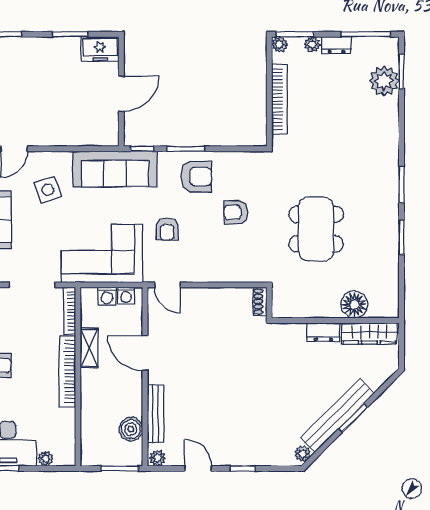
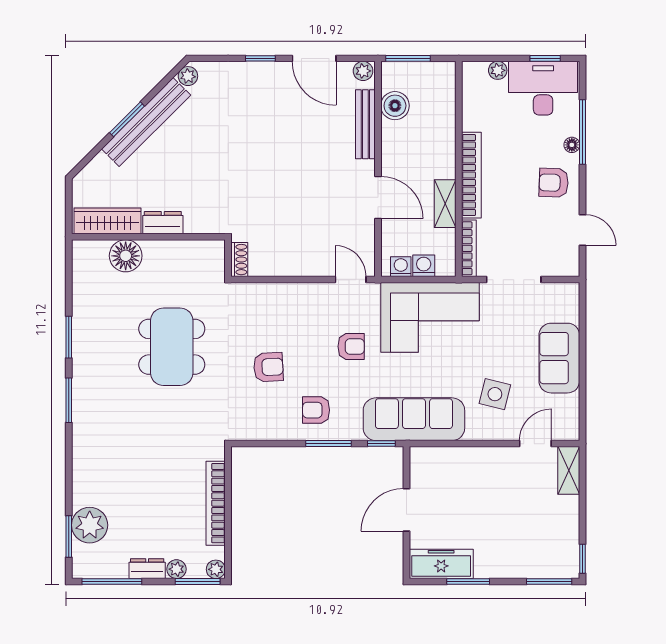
freezer: (100, 49) -> (441, 564), width x1.40
armchair: (196, 176) -> (316, 410), width x0.72, depth x0.72
side table: (48, 190) -> (495, 394), turned 32
armchair: (167, 229) -> (351, 346), turned 90
door: (198, 468) -> (314, 58), width x1.38

